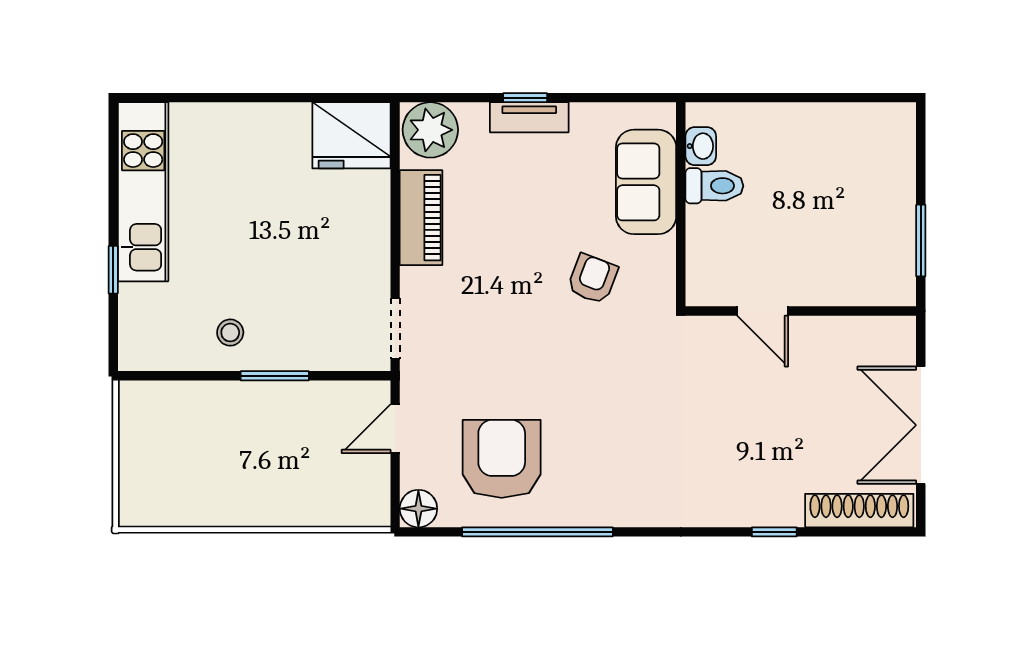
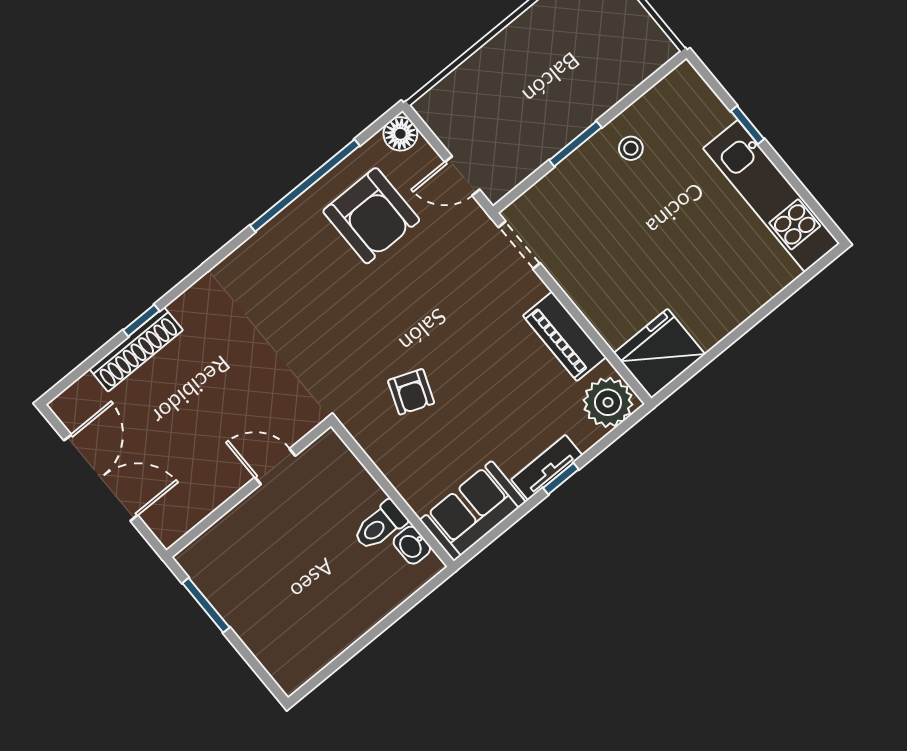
sofa: (646, 182) -> (473, 511), moved, turned -90
door: (395, 429) -> (462, 176), swing flipped
shoe rack: (859, 511) -> (136, 349), moved

